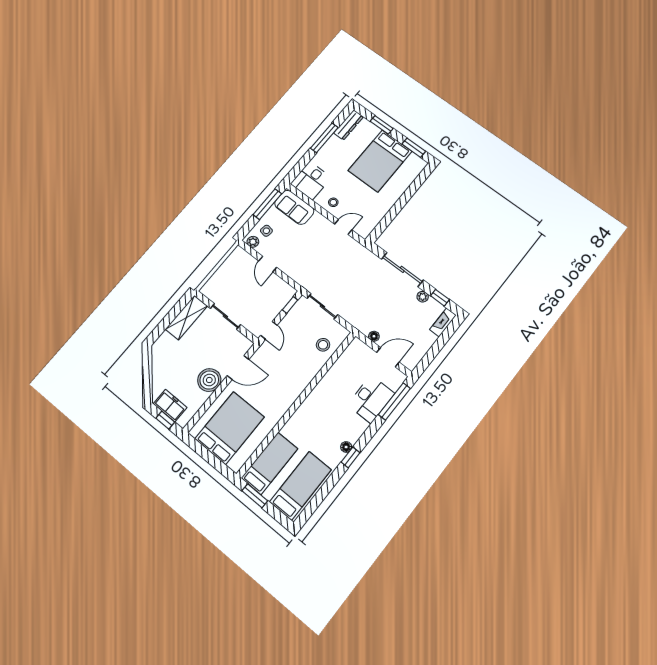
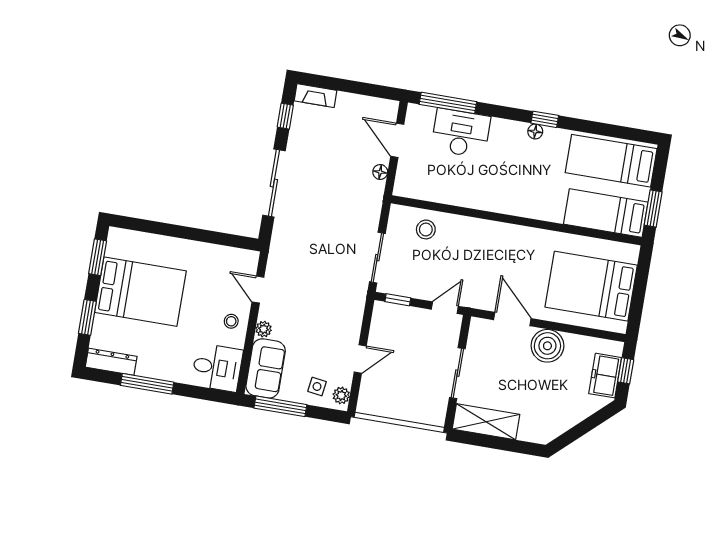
plant: (423, 297) -> (264, 329), moved

